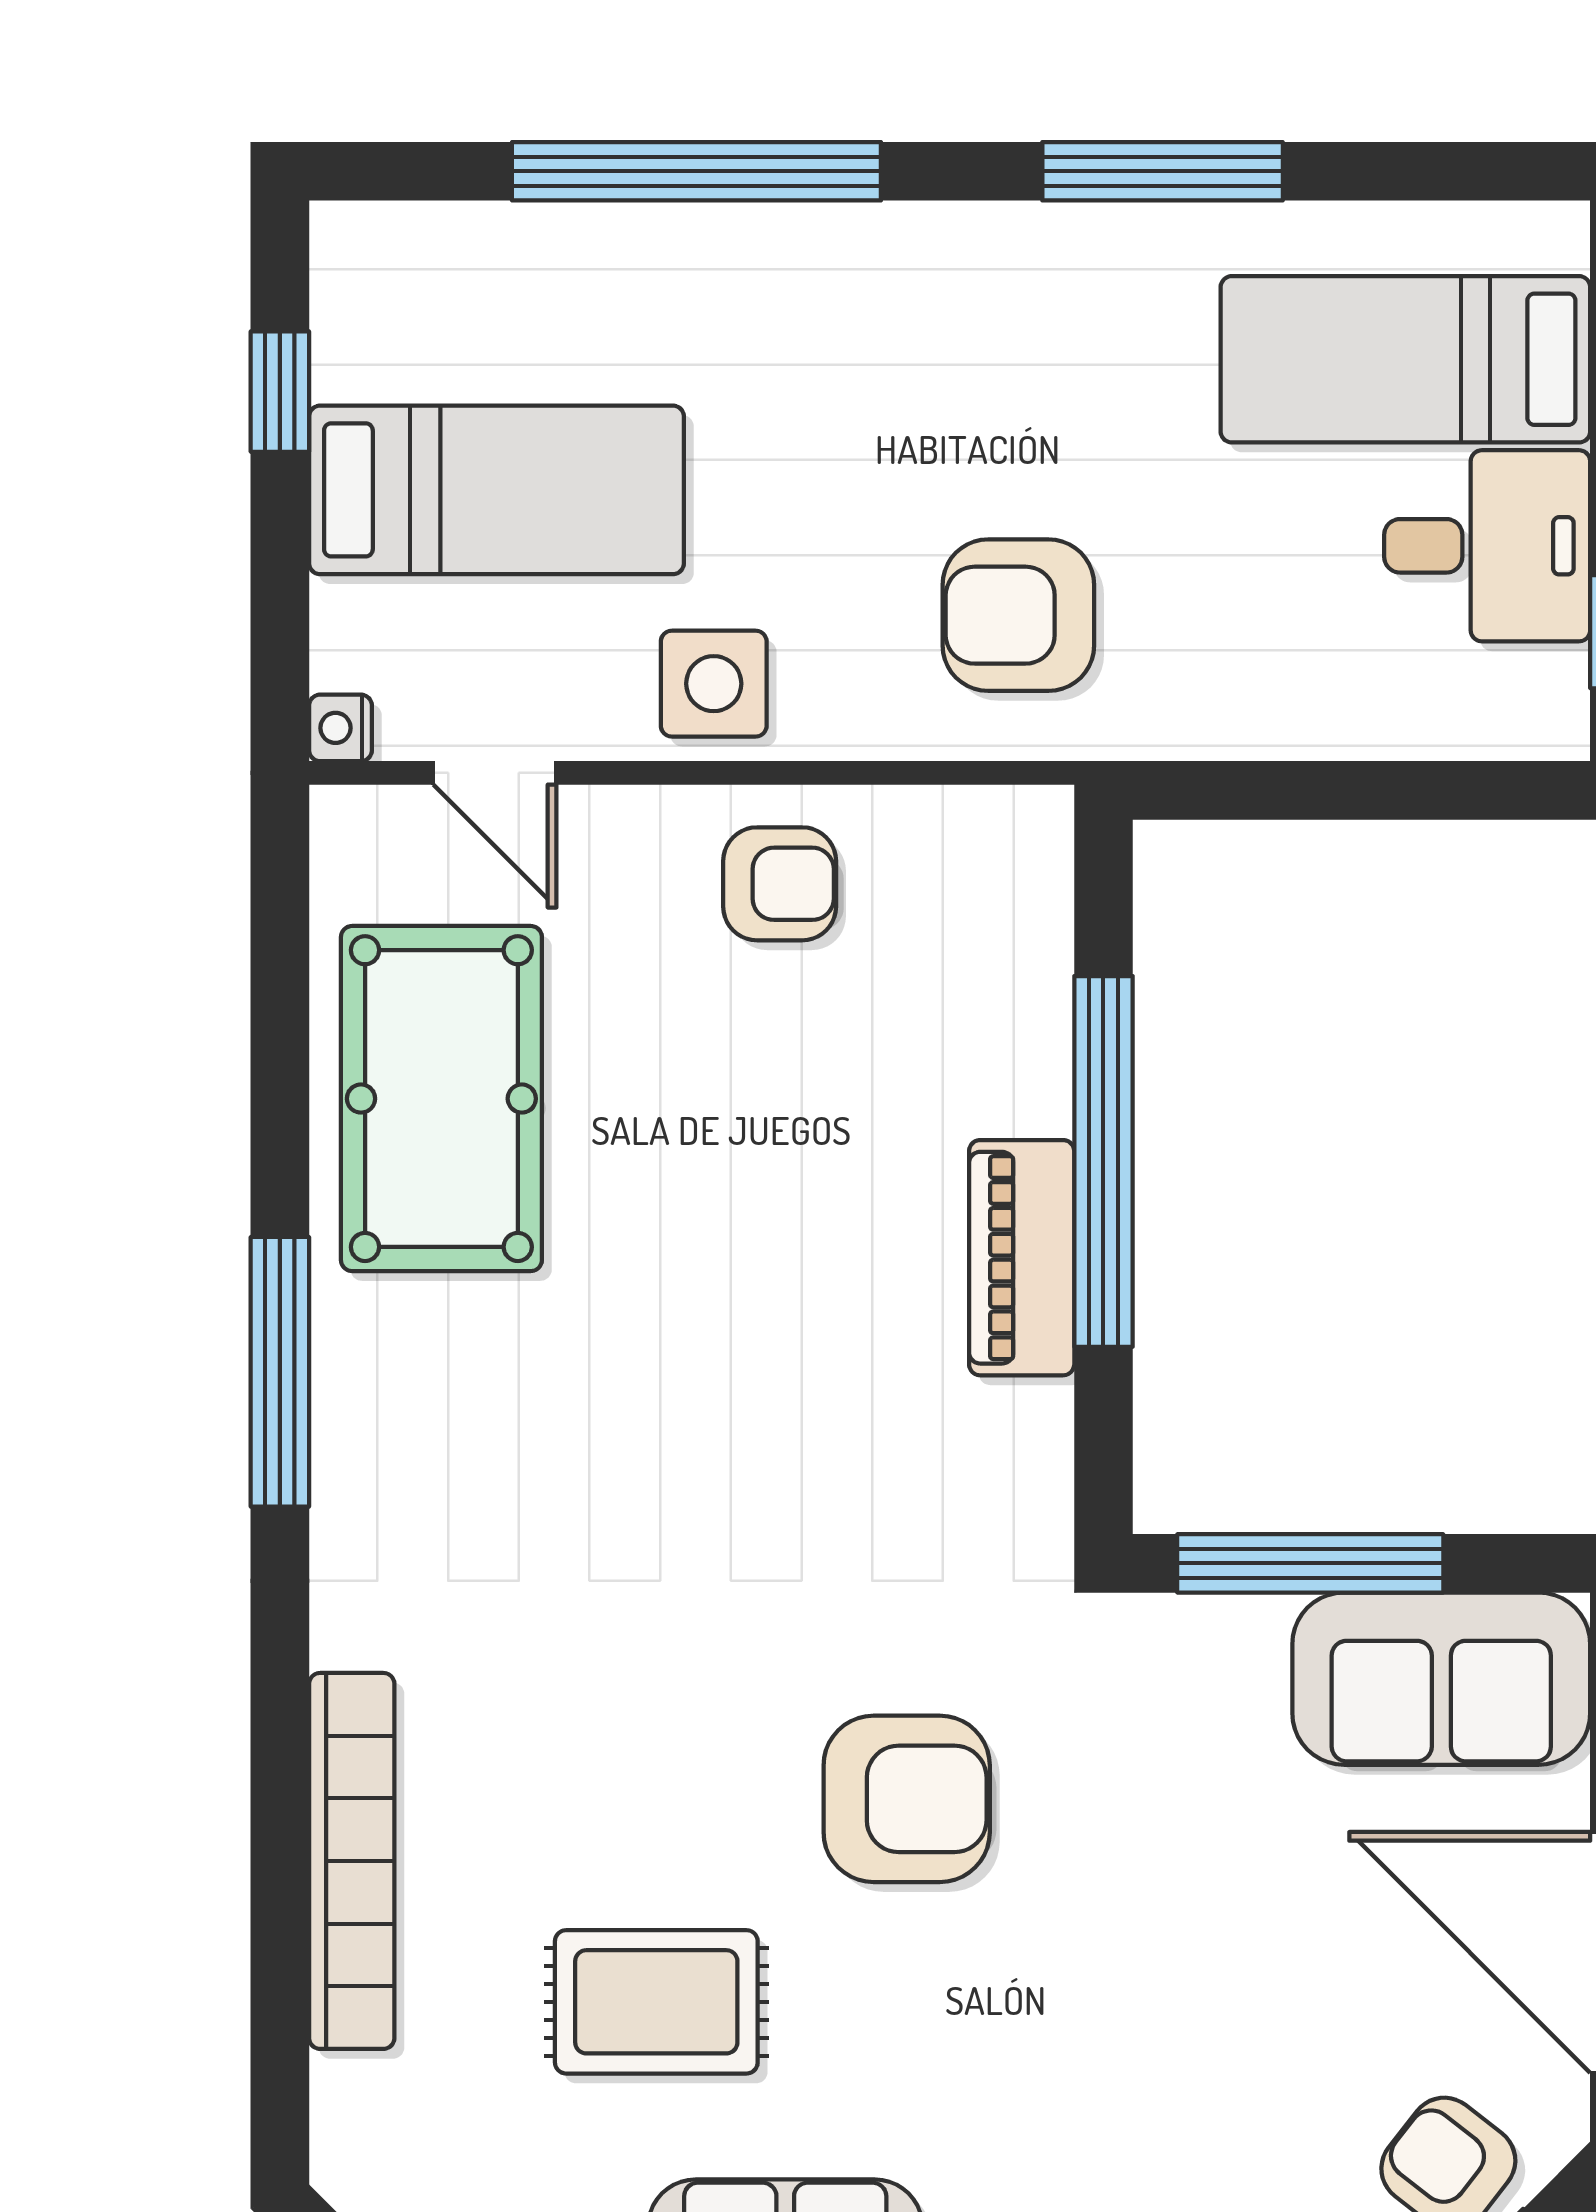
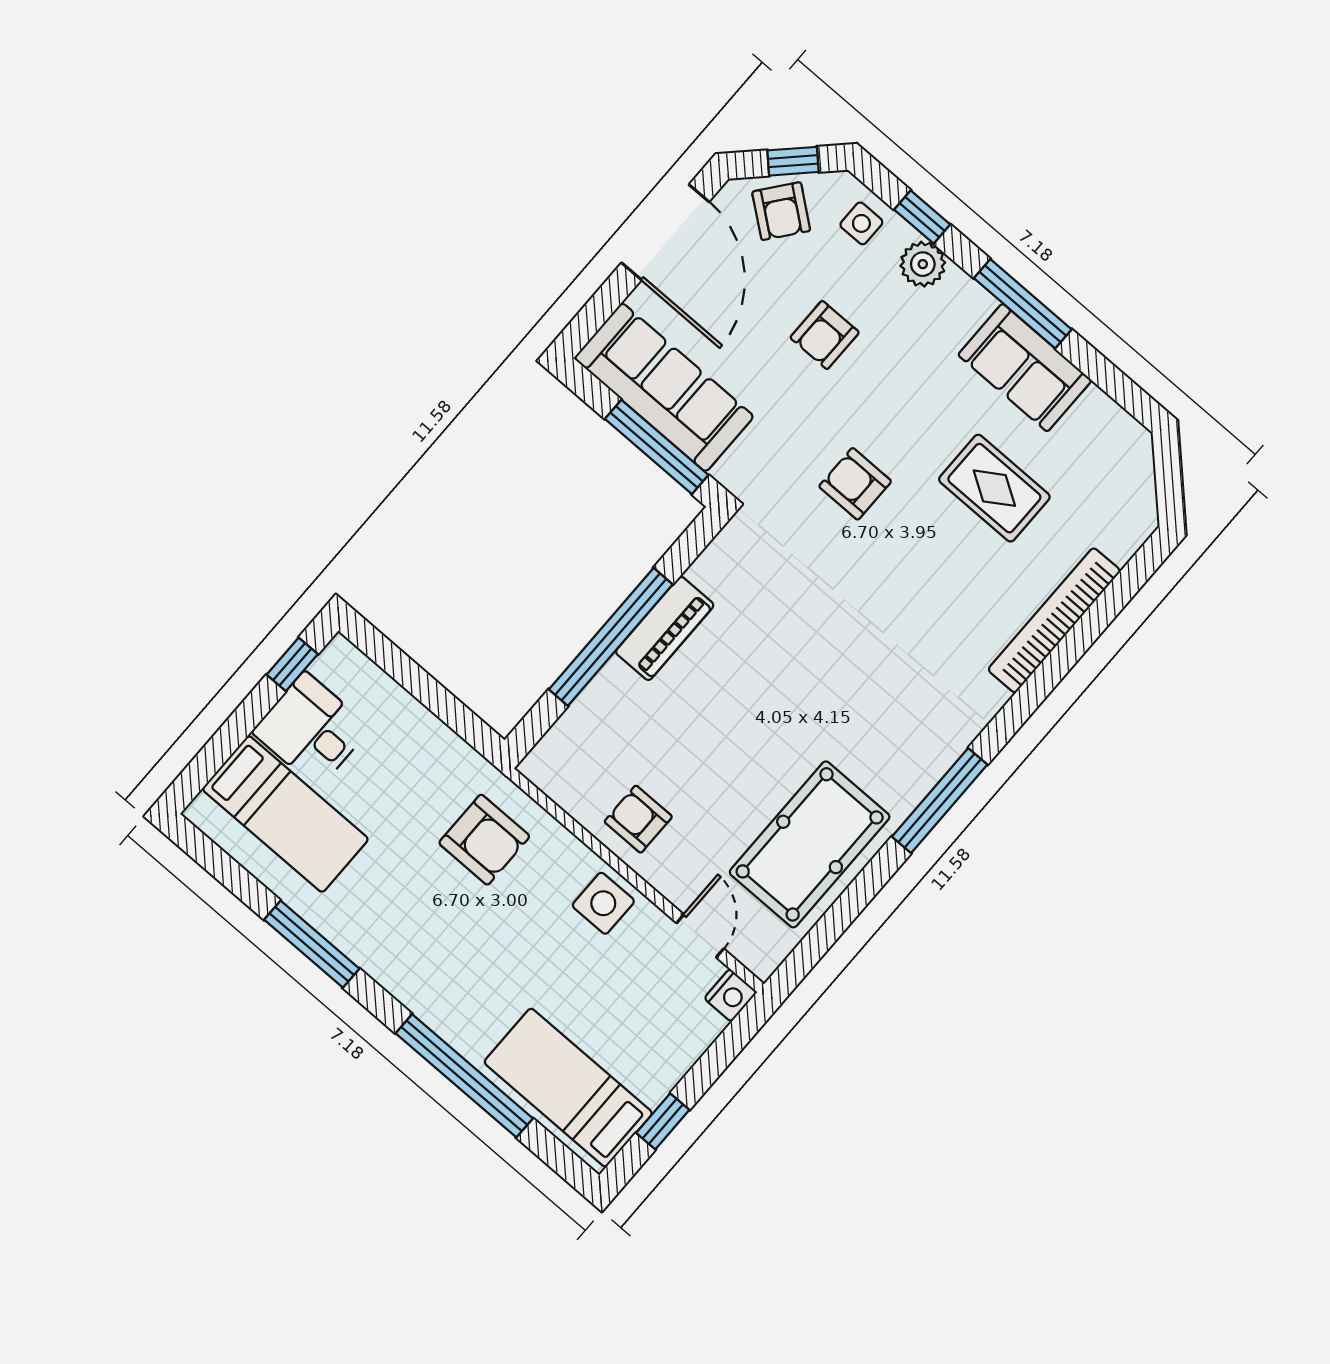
bed: (497, 490) -> (568, 1088), moved
nightstand: (340, 728) -> (731, 995), width x1.39, depth x1.35
sofa: (1441, 1679) -> (664, 387), width x1.36
armchair: (907, 1799) -> (855, 484), width x0.72, depth x0.72
armchair: (1185, 2013) -> (825, 335), added

